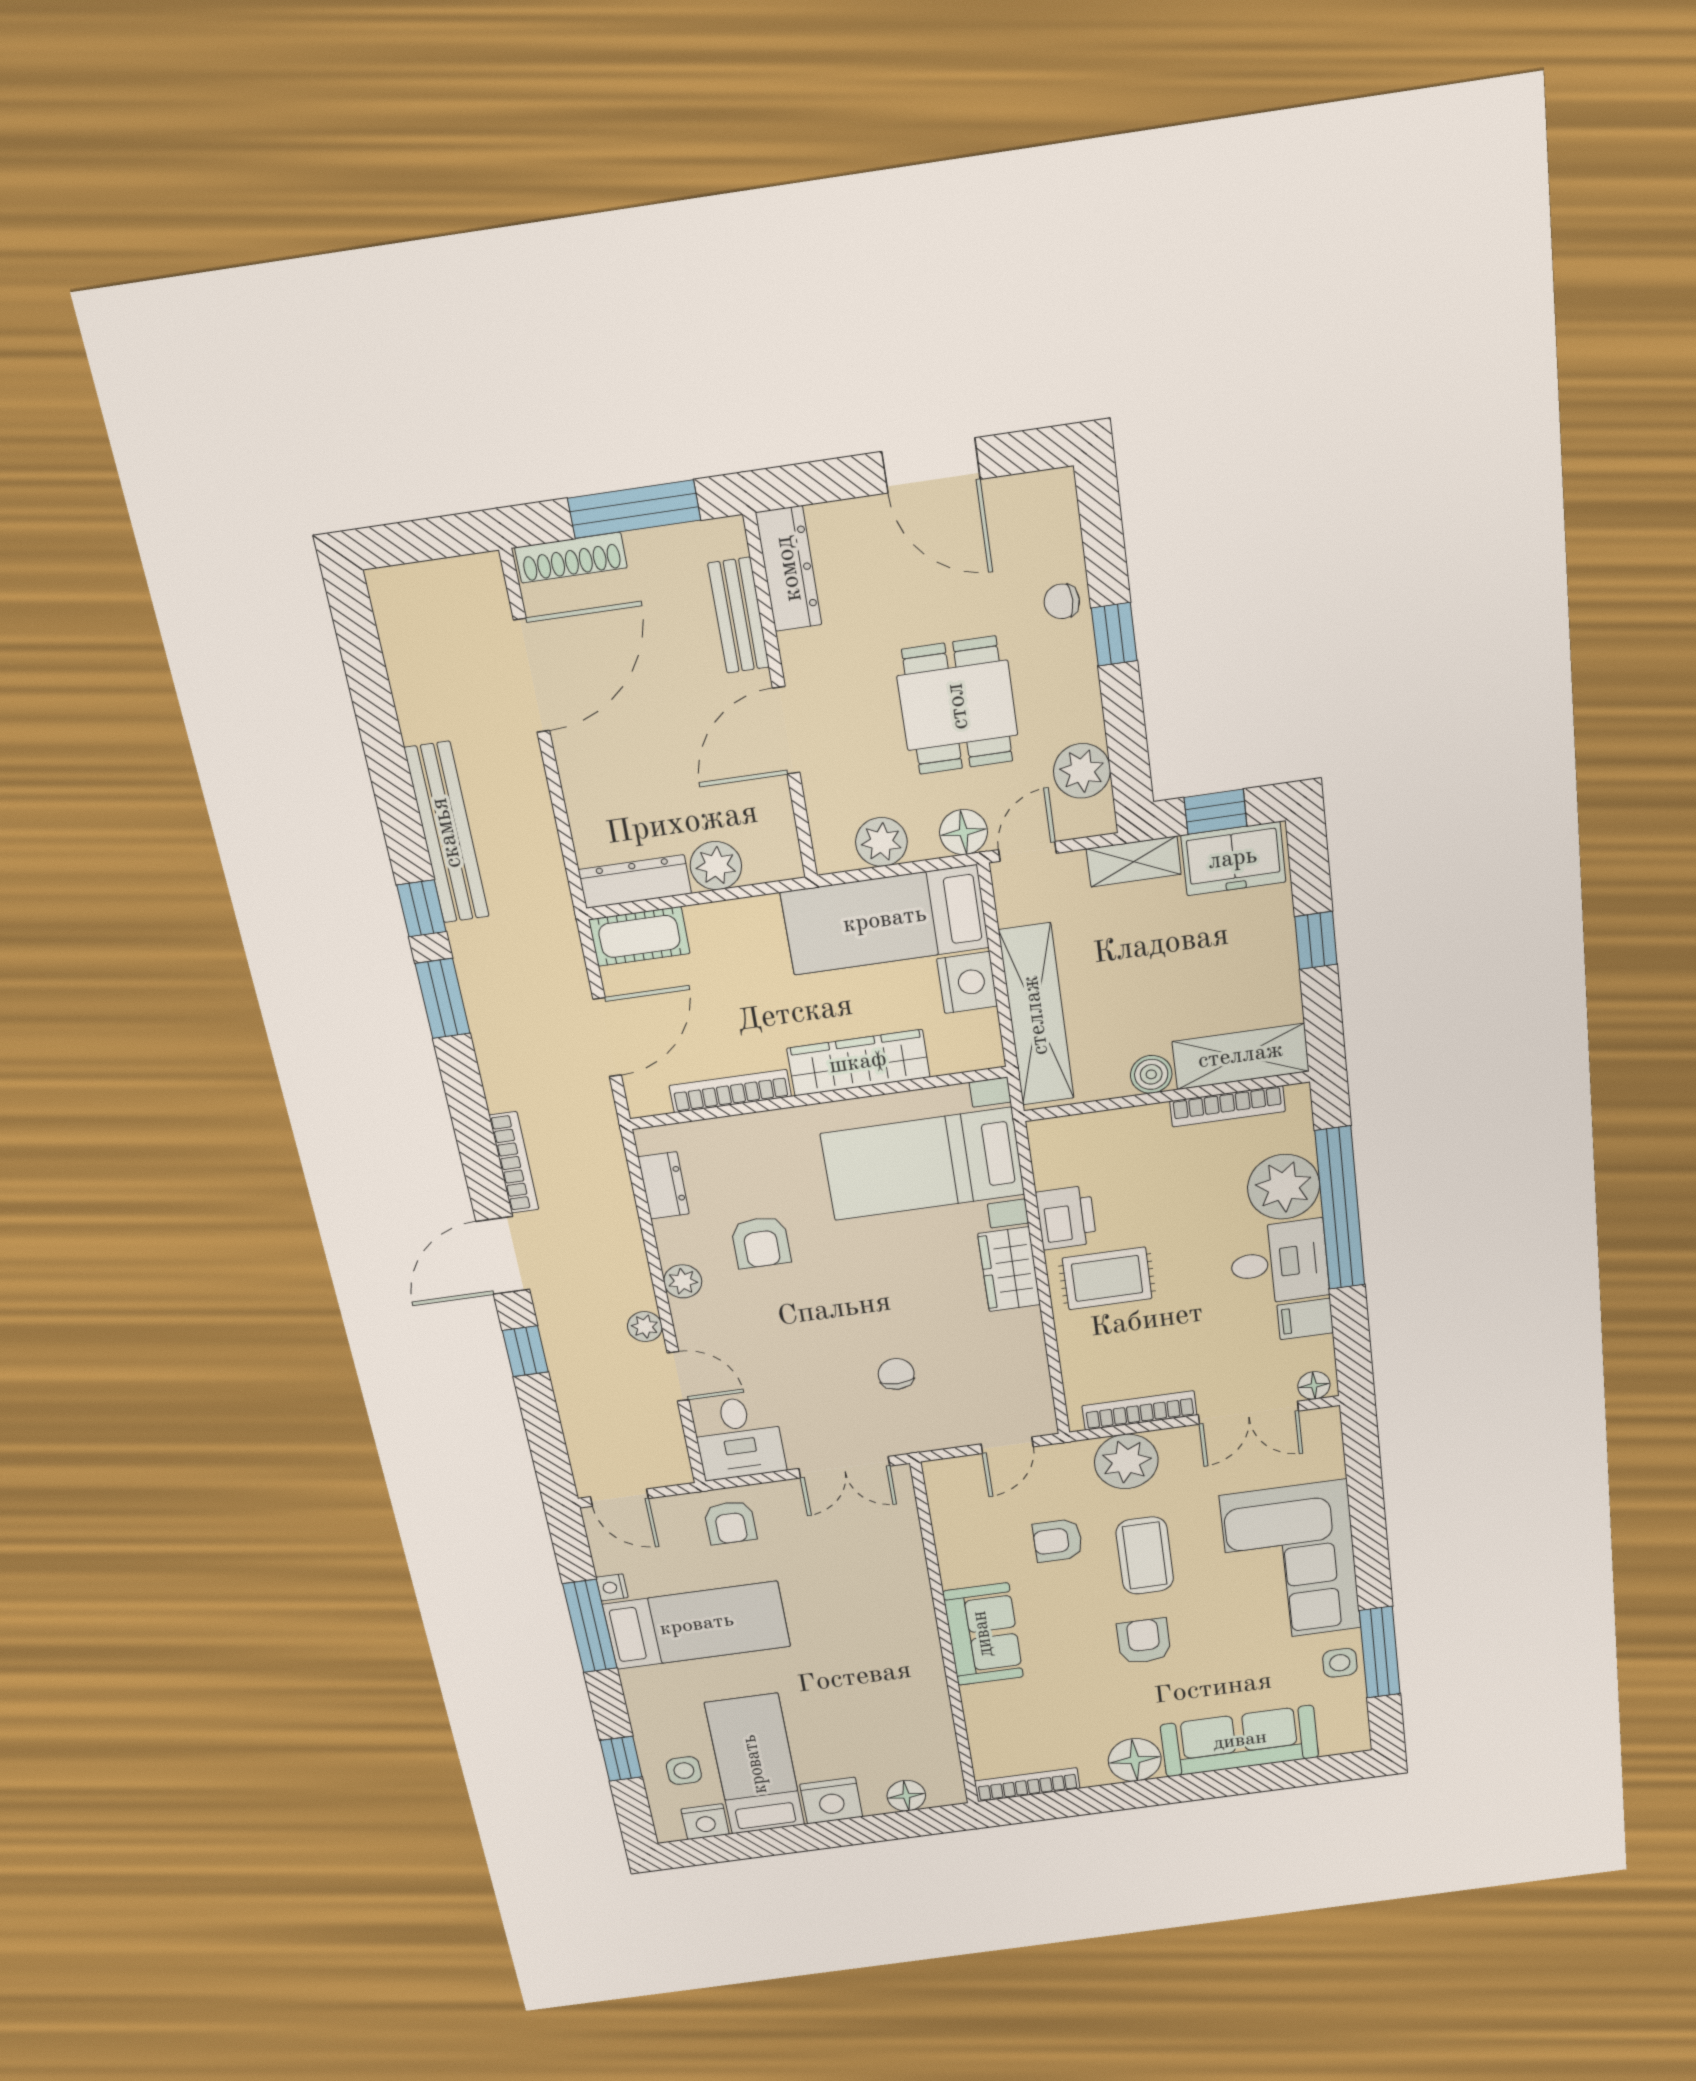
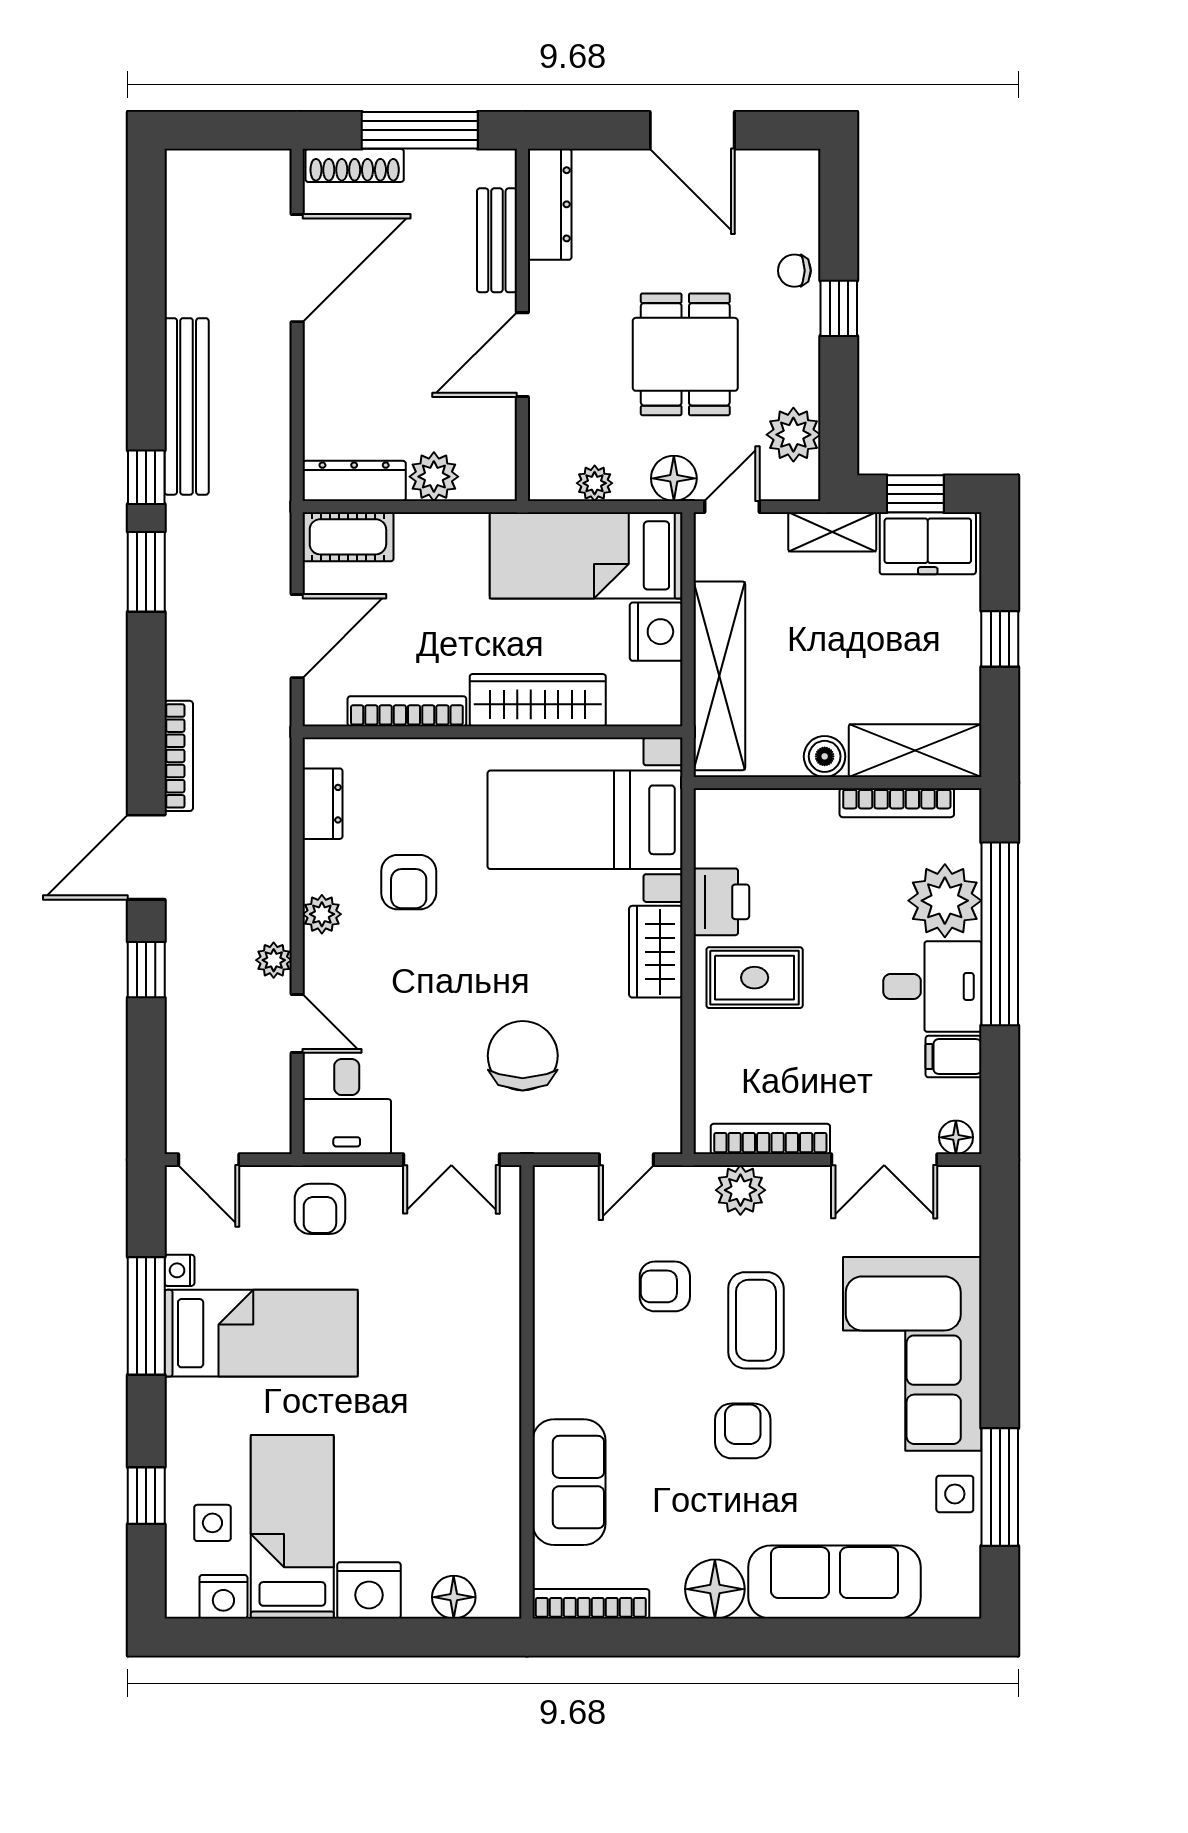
plant: (881, 842) -> (595, 483), width x0.73, depth x0.73
chair: (896, 1374) -> (523, 1056), width x1.87, depth x1.87
plant: (1126, 1461) -> (740, 1190), width x0.73, depth x0.73
sofa: (983, 1634) -> (569, 1482), moved

